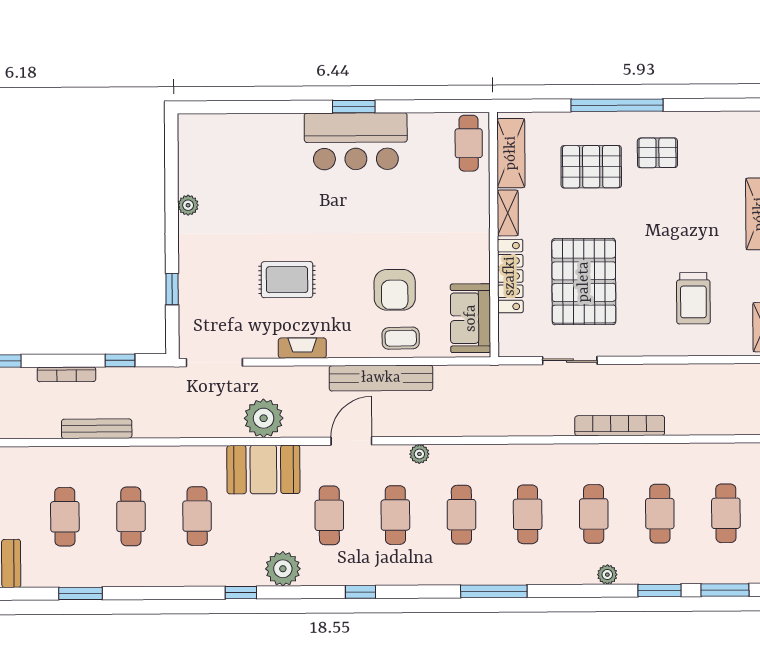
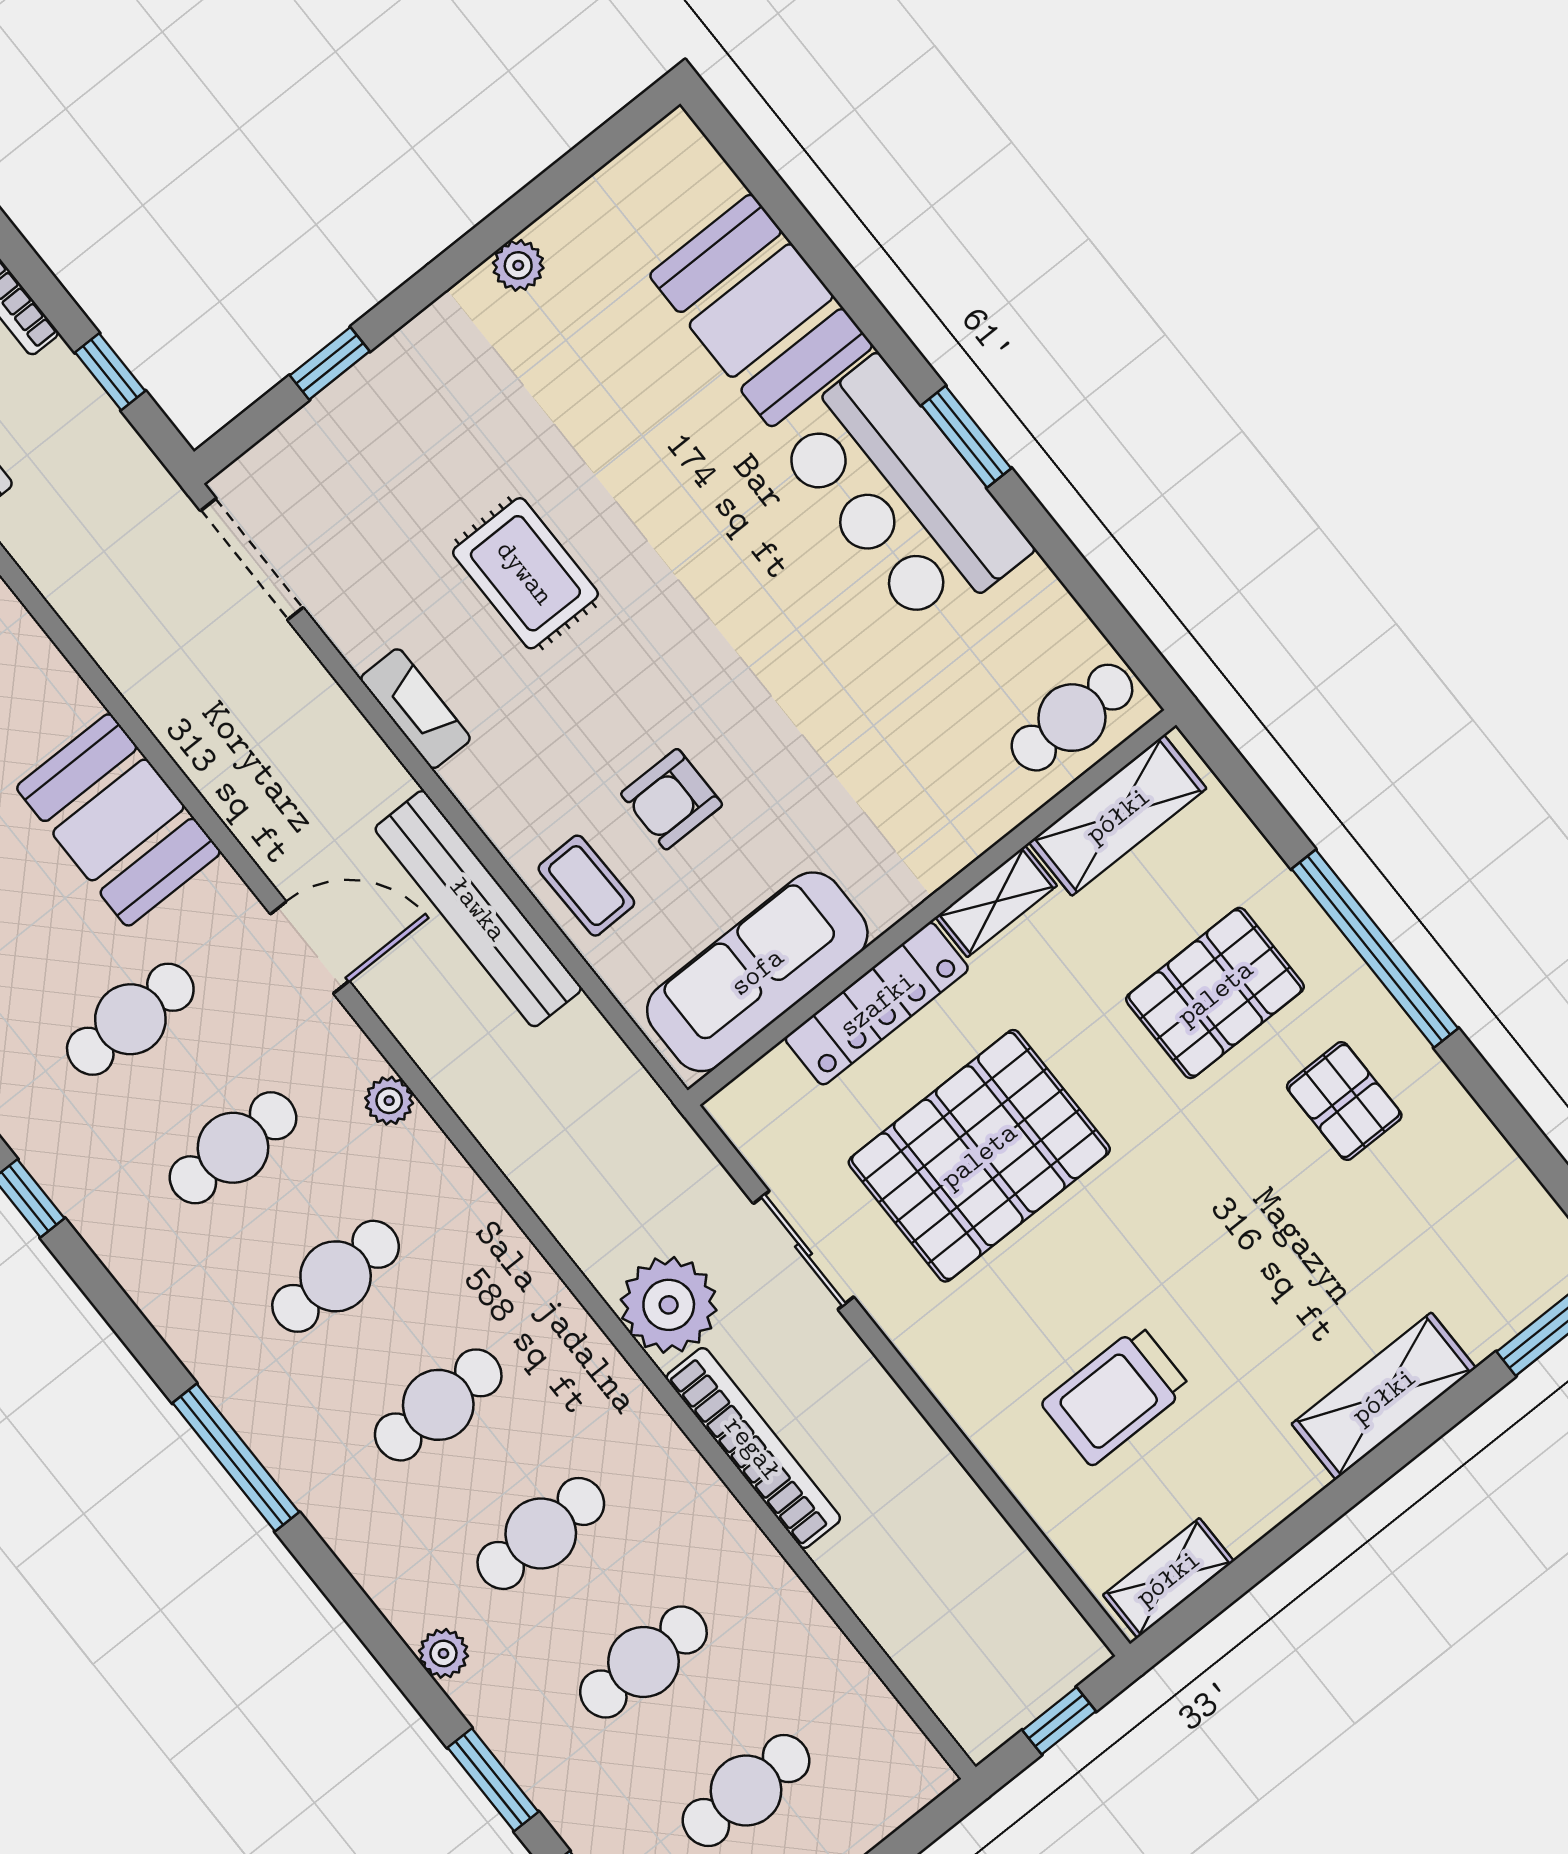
booth: (263, 140) -> (761, 311), added
pallet: (591, 167) -> (1215, 993), turned 90
armchair: (395, 290) -> (672, 799), width x0.72, depth x0.72
sofa: (471, 318) -> (757, 972), width x1.36
plant: (264, 418) -> (669, 1305), moved

